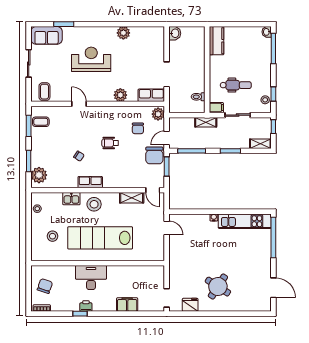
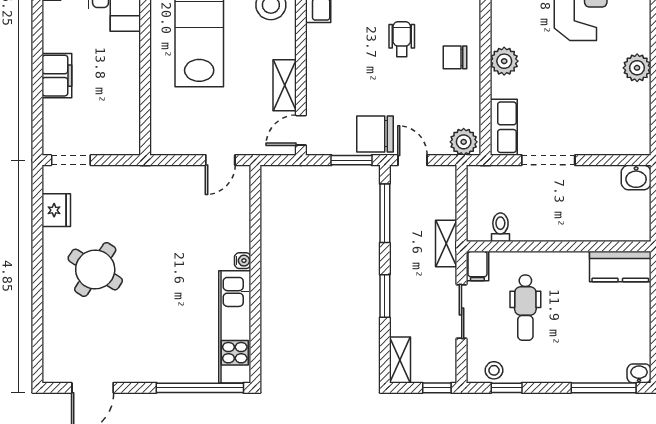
chair: (138, 128) -> (455, 57), moved

